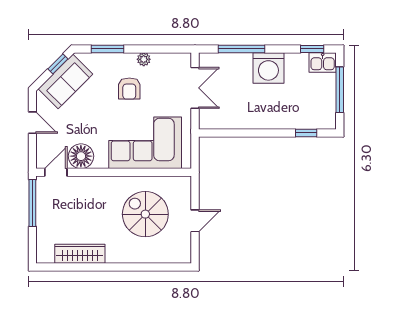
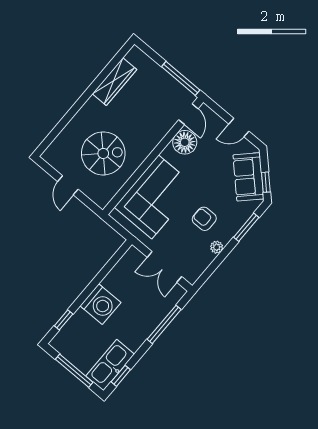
kitchen sink: (323, 62) -> (110, 365), width x1.88, depth x1.24
washing machine: (268, 68) -> (100, 304), moved, turned 180

